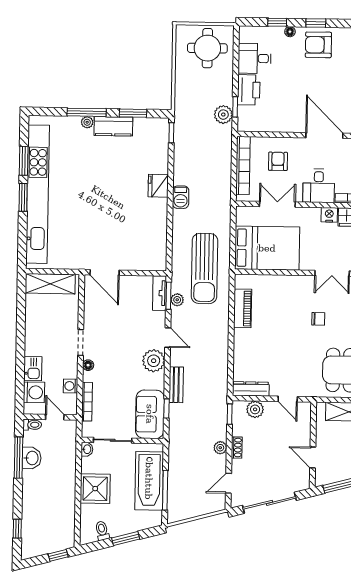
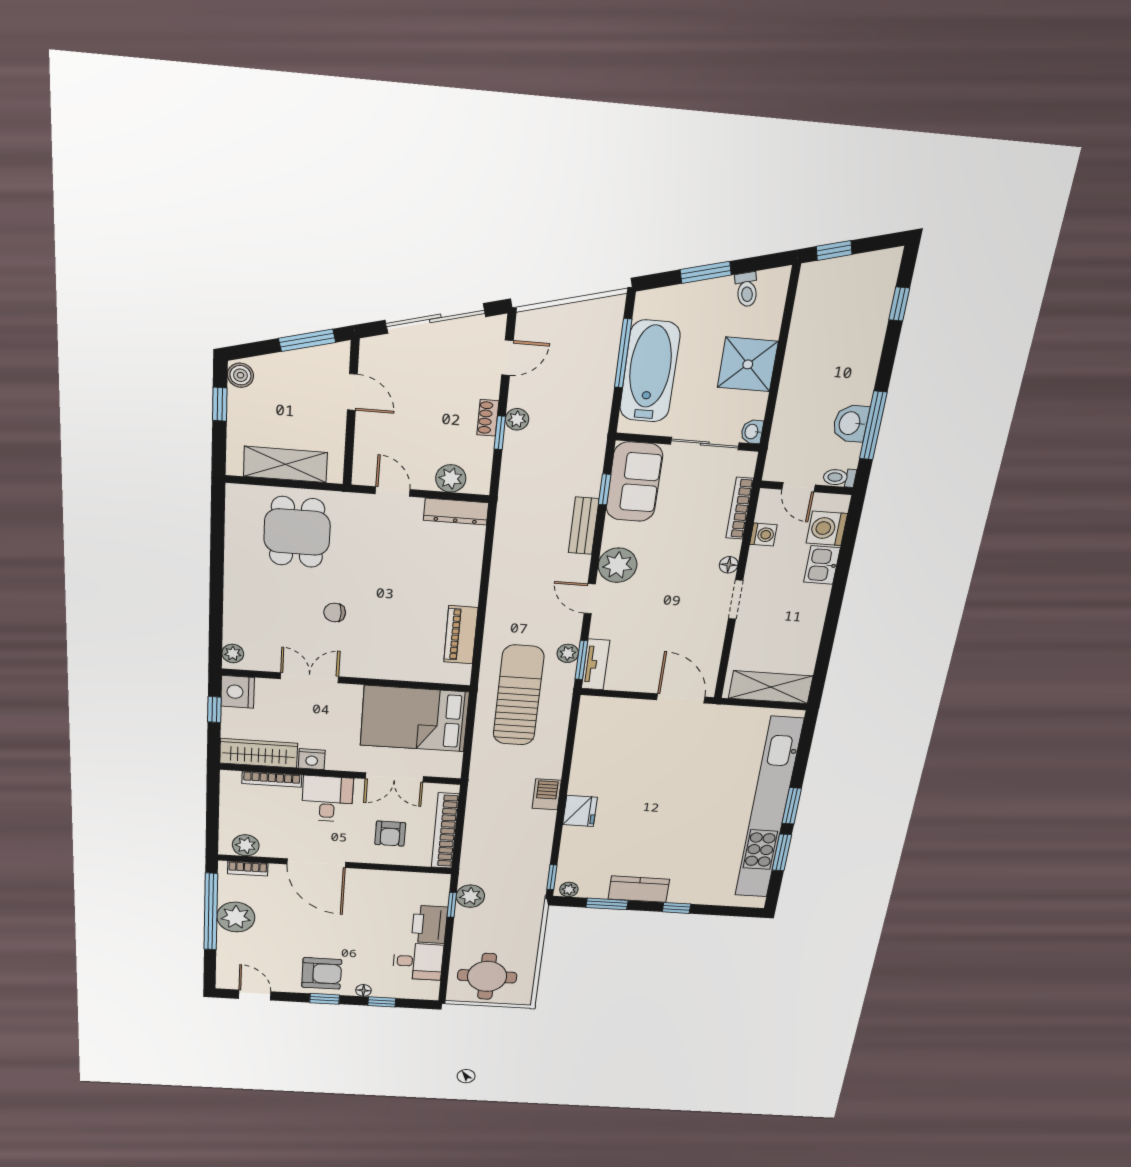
window: (87, 112) -> (677, 908), width x0.46
plant: (87, 122) -> (569, 889), moved
window: (230, 414) -> (500, 433), moved

